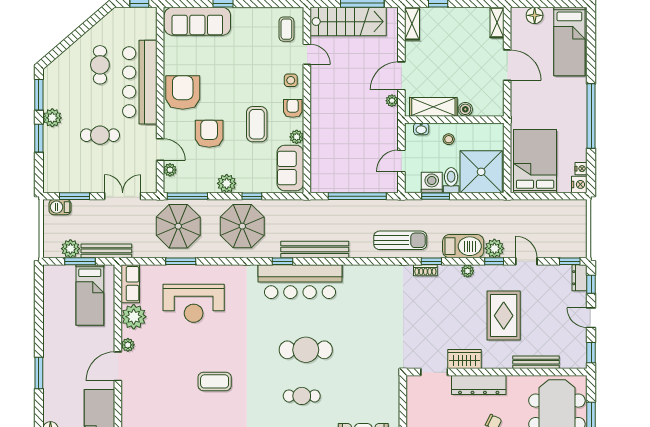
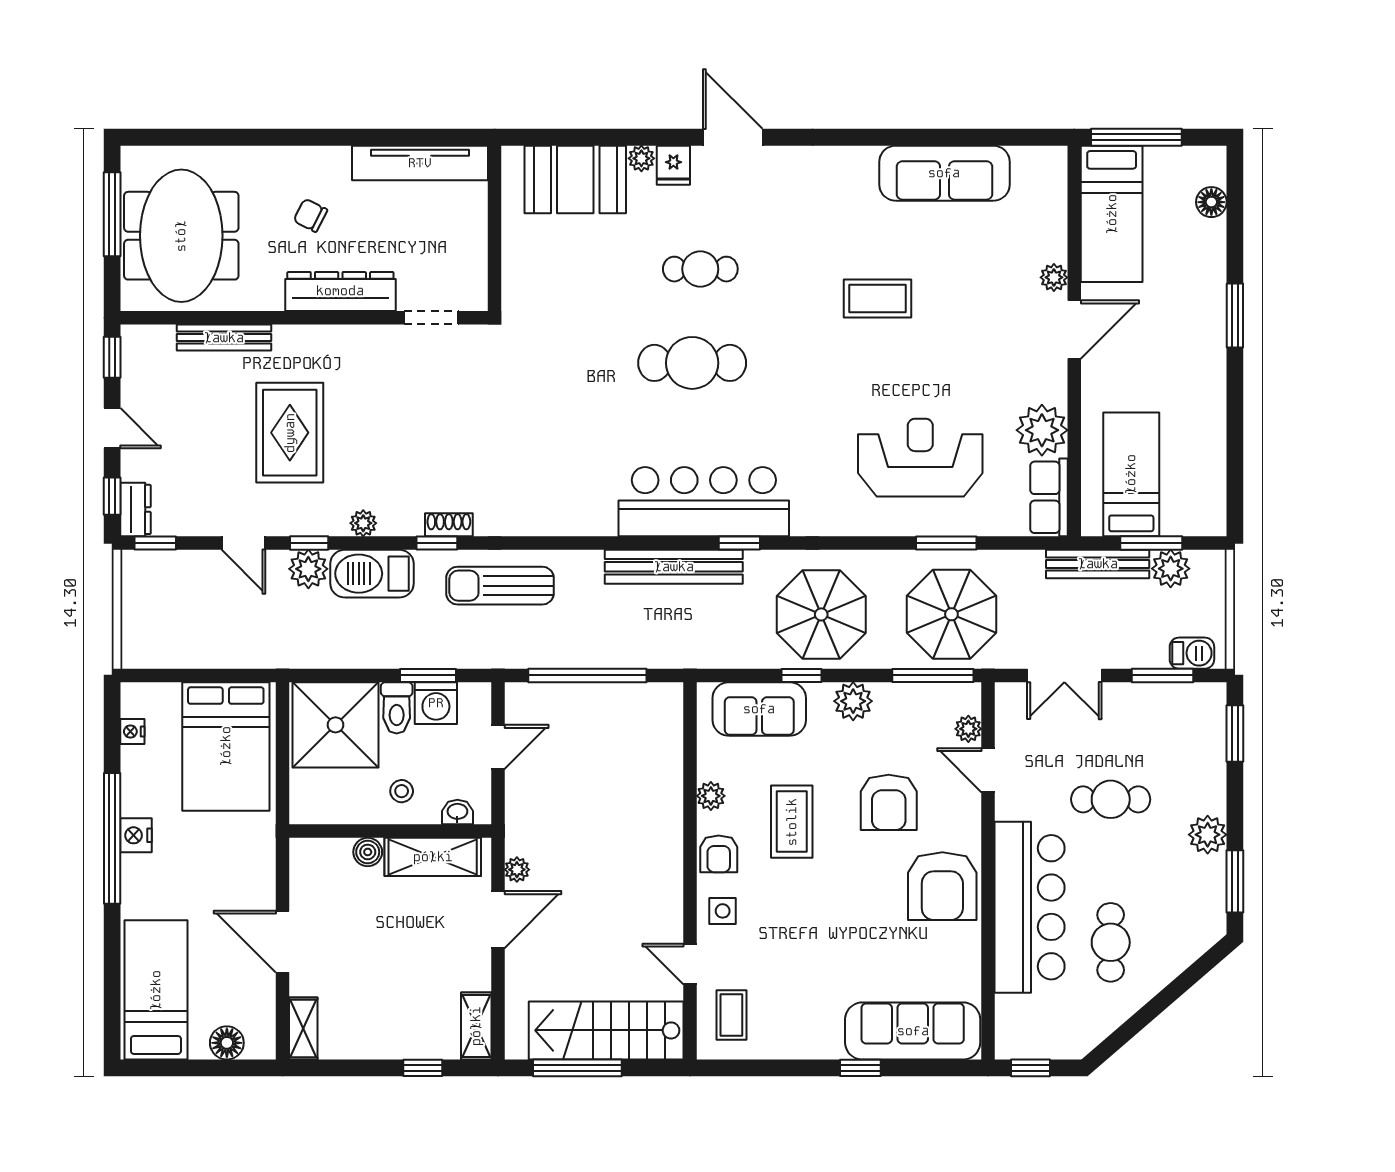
window: (39, 138) -> (1235, 733), moved
sofa: (290, 168) -> (759, 709), moved, turned 90
nightstand: (579, 184) -> (136, 835), moved
plant: (128, 345) -> (1054, 277), moved
wardrobe: (465, 359) -> (369, 344), removed

